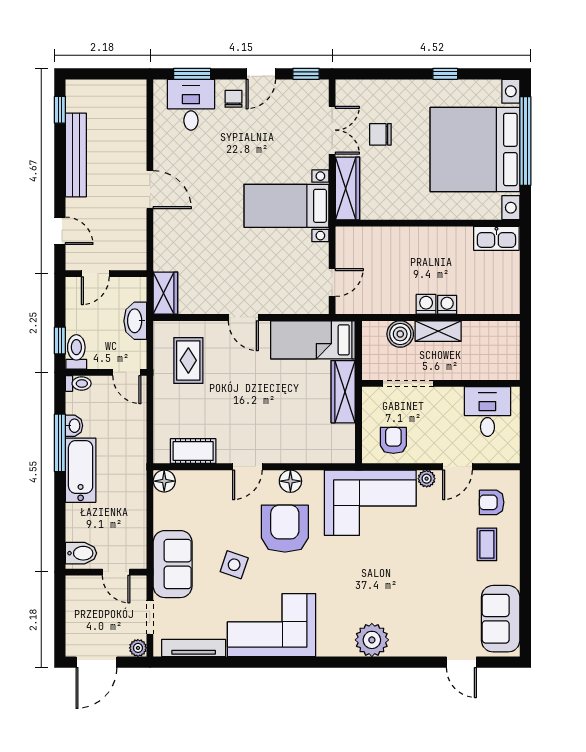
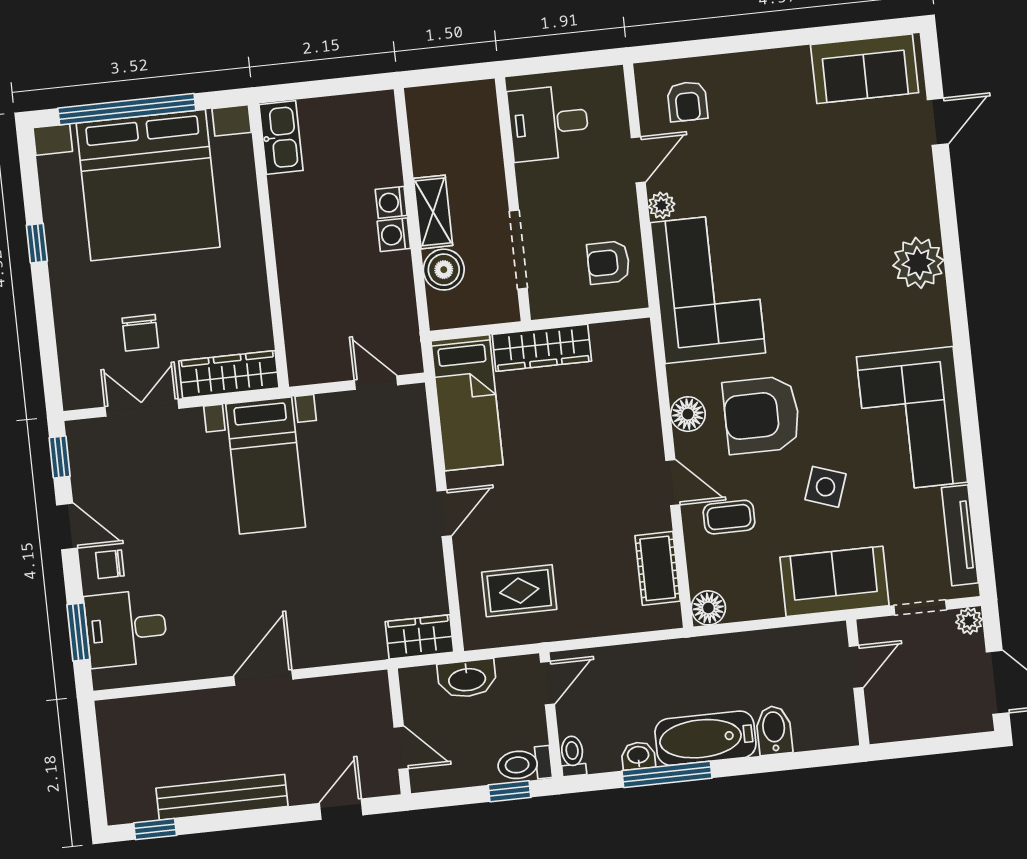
door: (458, 467) -> (638, 160), hinge flipped
coffee table: (487, 544) -> (729, 517), moved
bidet: (81, 553) -> (774, 730), moved

